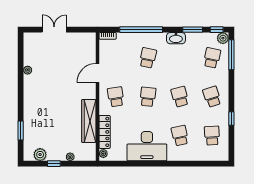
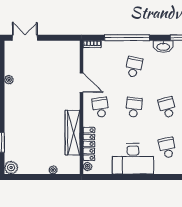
double door: (54, 30) -> (25, 38), moved
door: (97, 73) -> (82, 83), swing flipped
plant: (40, 155) -> (11, 168), moved
window: (54, 164) -> (36, 177), removed

